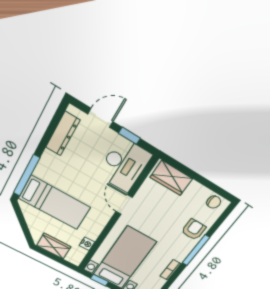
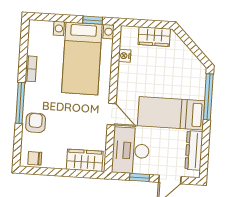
bed: (55, 203) -> (171, 113), moved
armchair: (194, 230) -> (36, 123), turned 180

